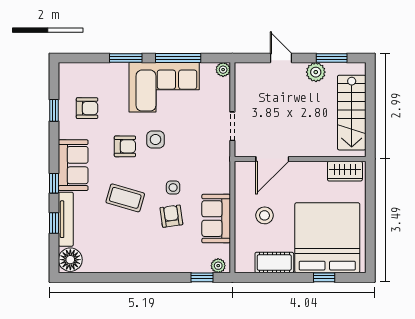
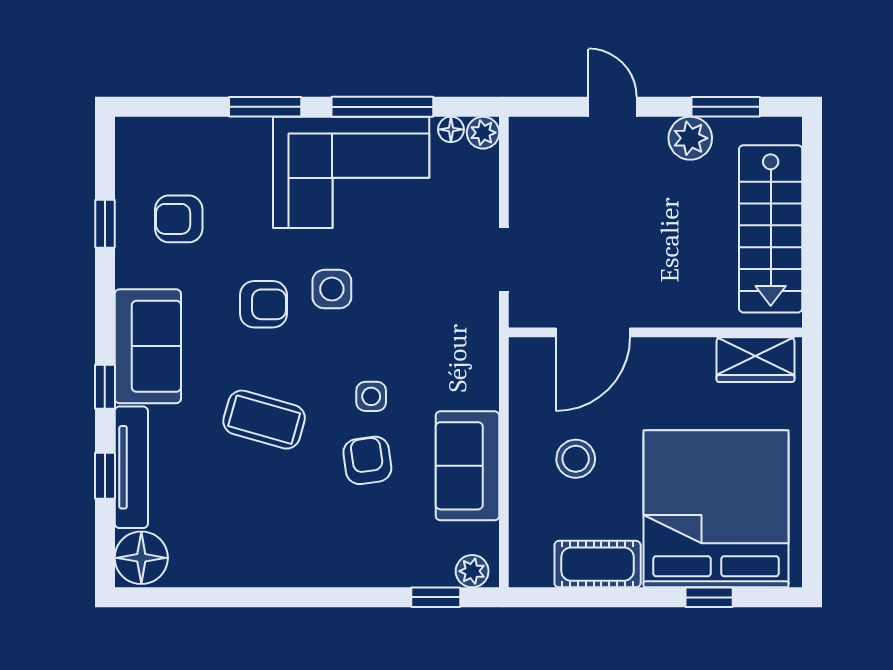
floor lamp: (209, 68) -> (451, 129), added
armchair: (87, 108) -> (179, 219), turned 180

